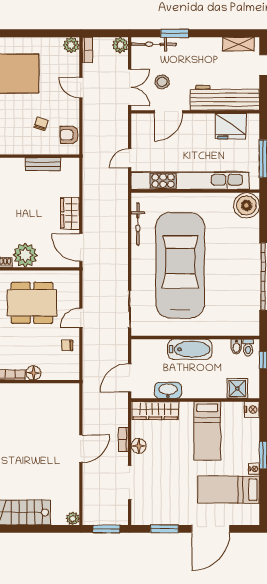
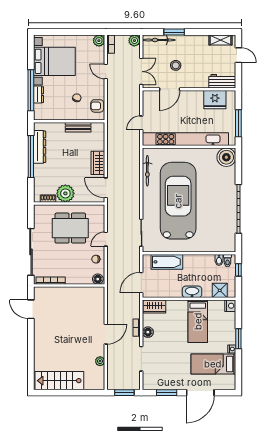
stool: (162, 82) -> (176, 65), moved
workbench: (225, 98) -> (222, 81), width x0.53, depth x0.76
bathtub: (190, 349) -> (167, 262), moved
floor lamp: (33, 373) -> (98, 279), moved
washbasin: (168, 390) -> (192, 292), moved
wardrobe: (155, 411) -> (154, 306), width x0.67
plant: (73, 519) -> (100, 361), moved

